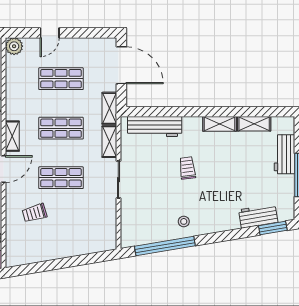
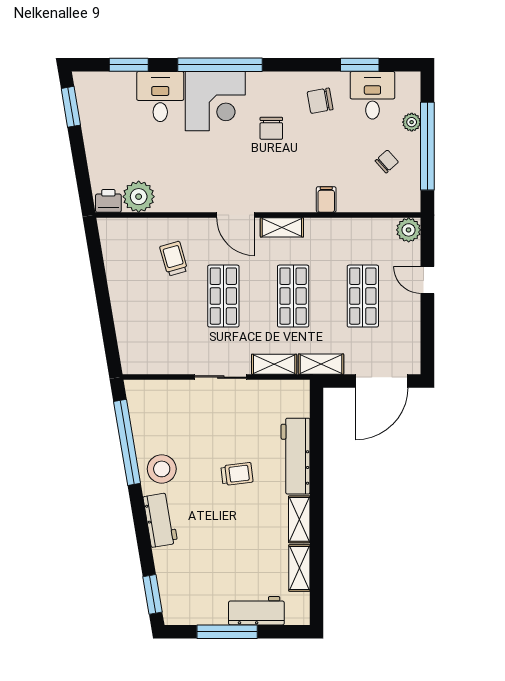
workbench: (155, 126) -> (296, 456), moved
workbench: (258, 216) -> (160, 520), moved
stool: (184, 221) -> (162, 469), width x1.89, depth x1.89

